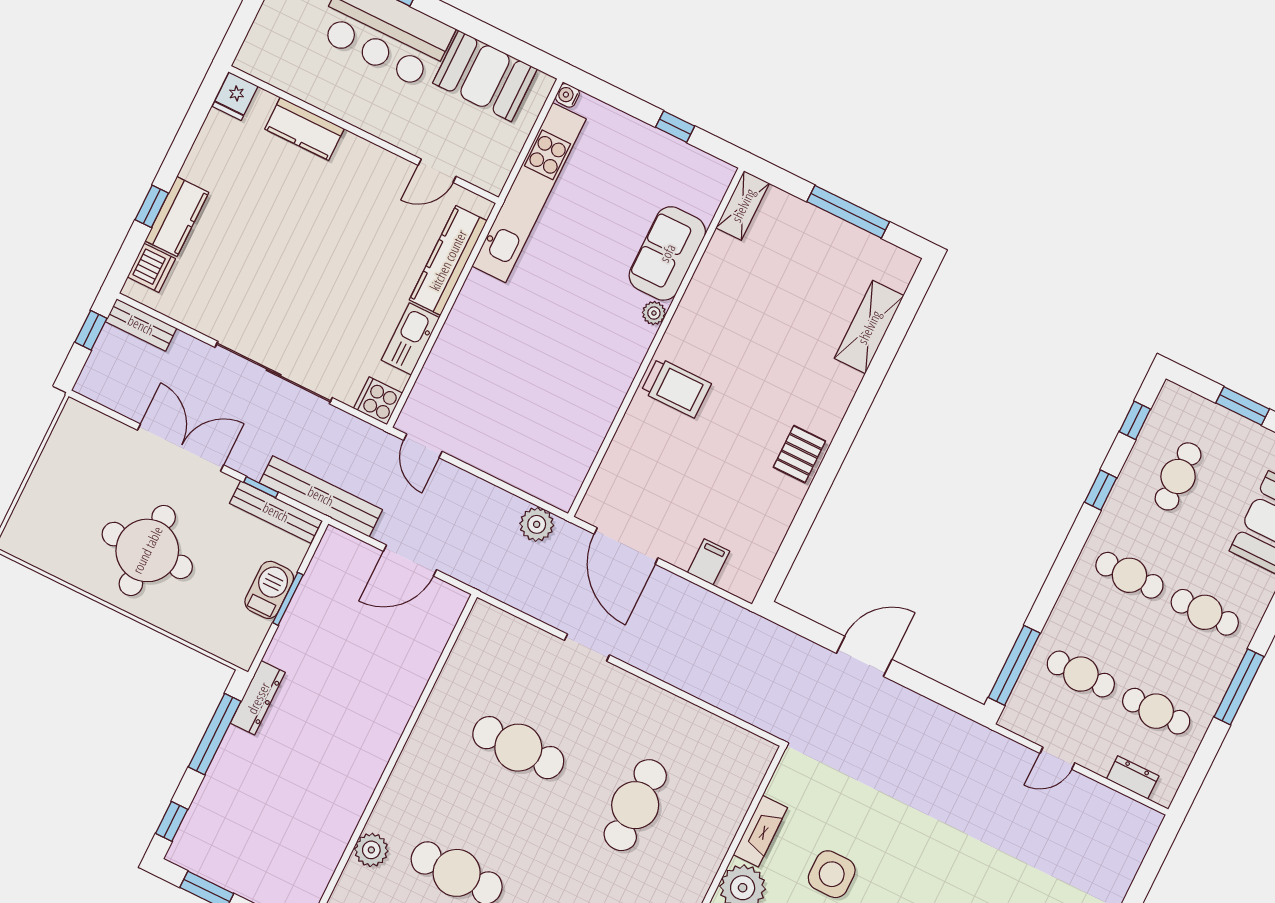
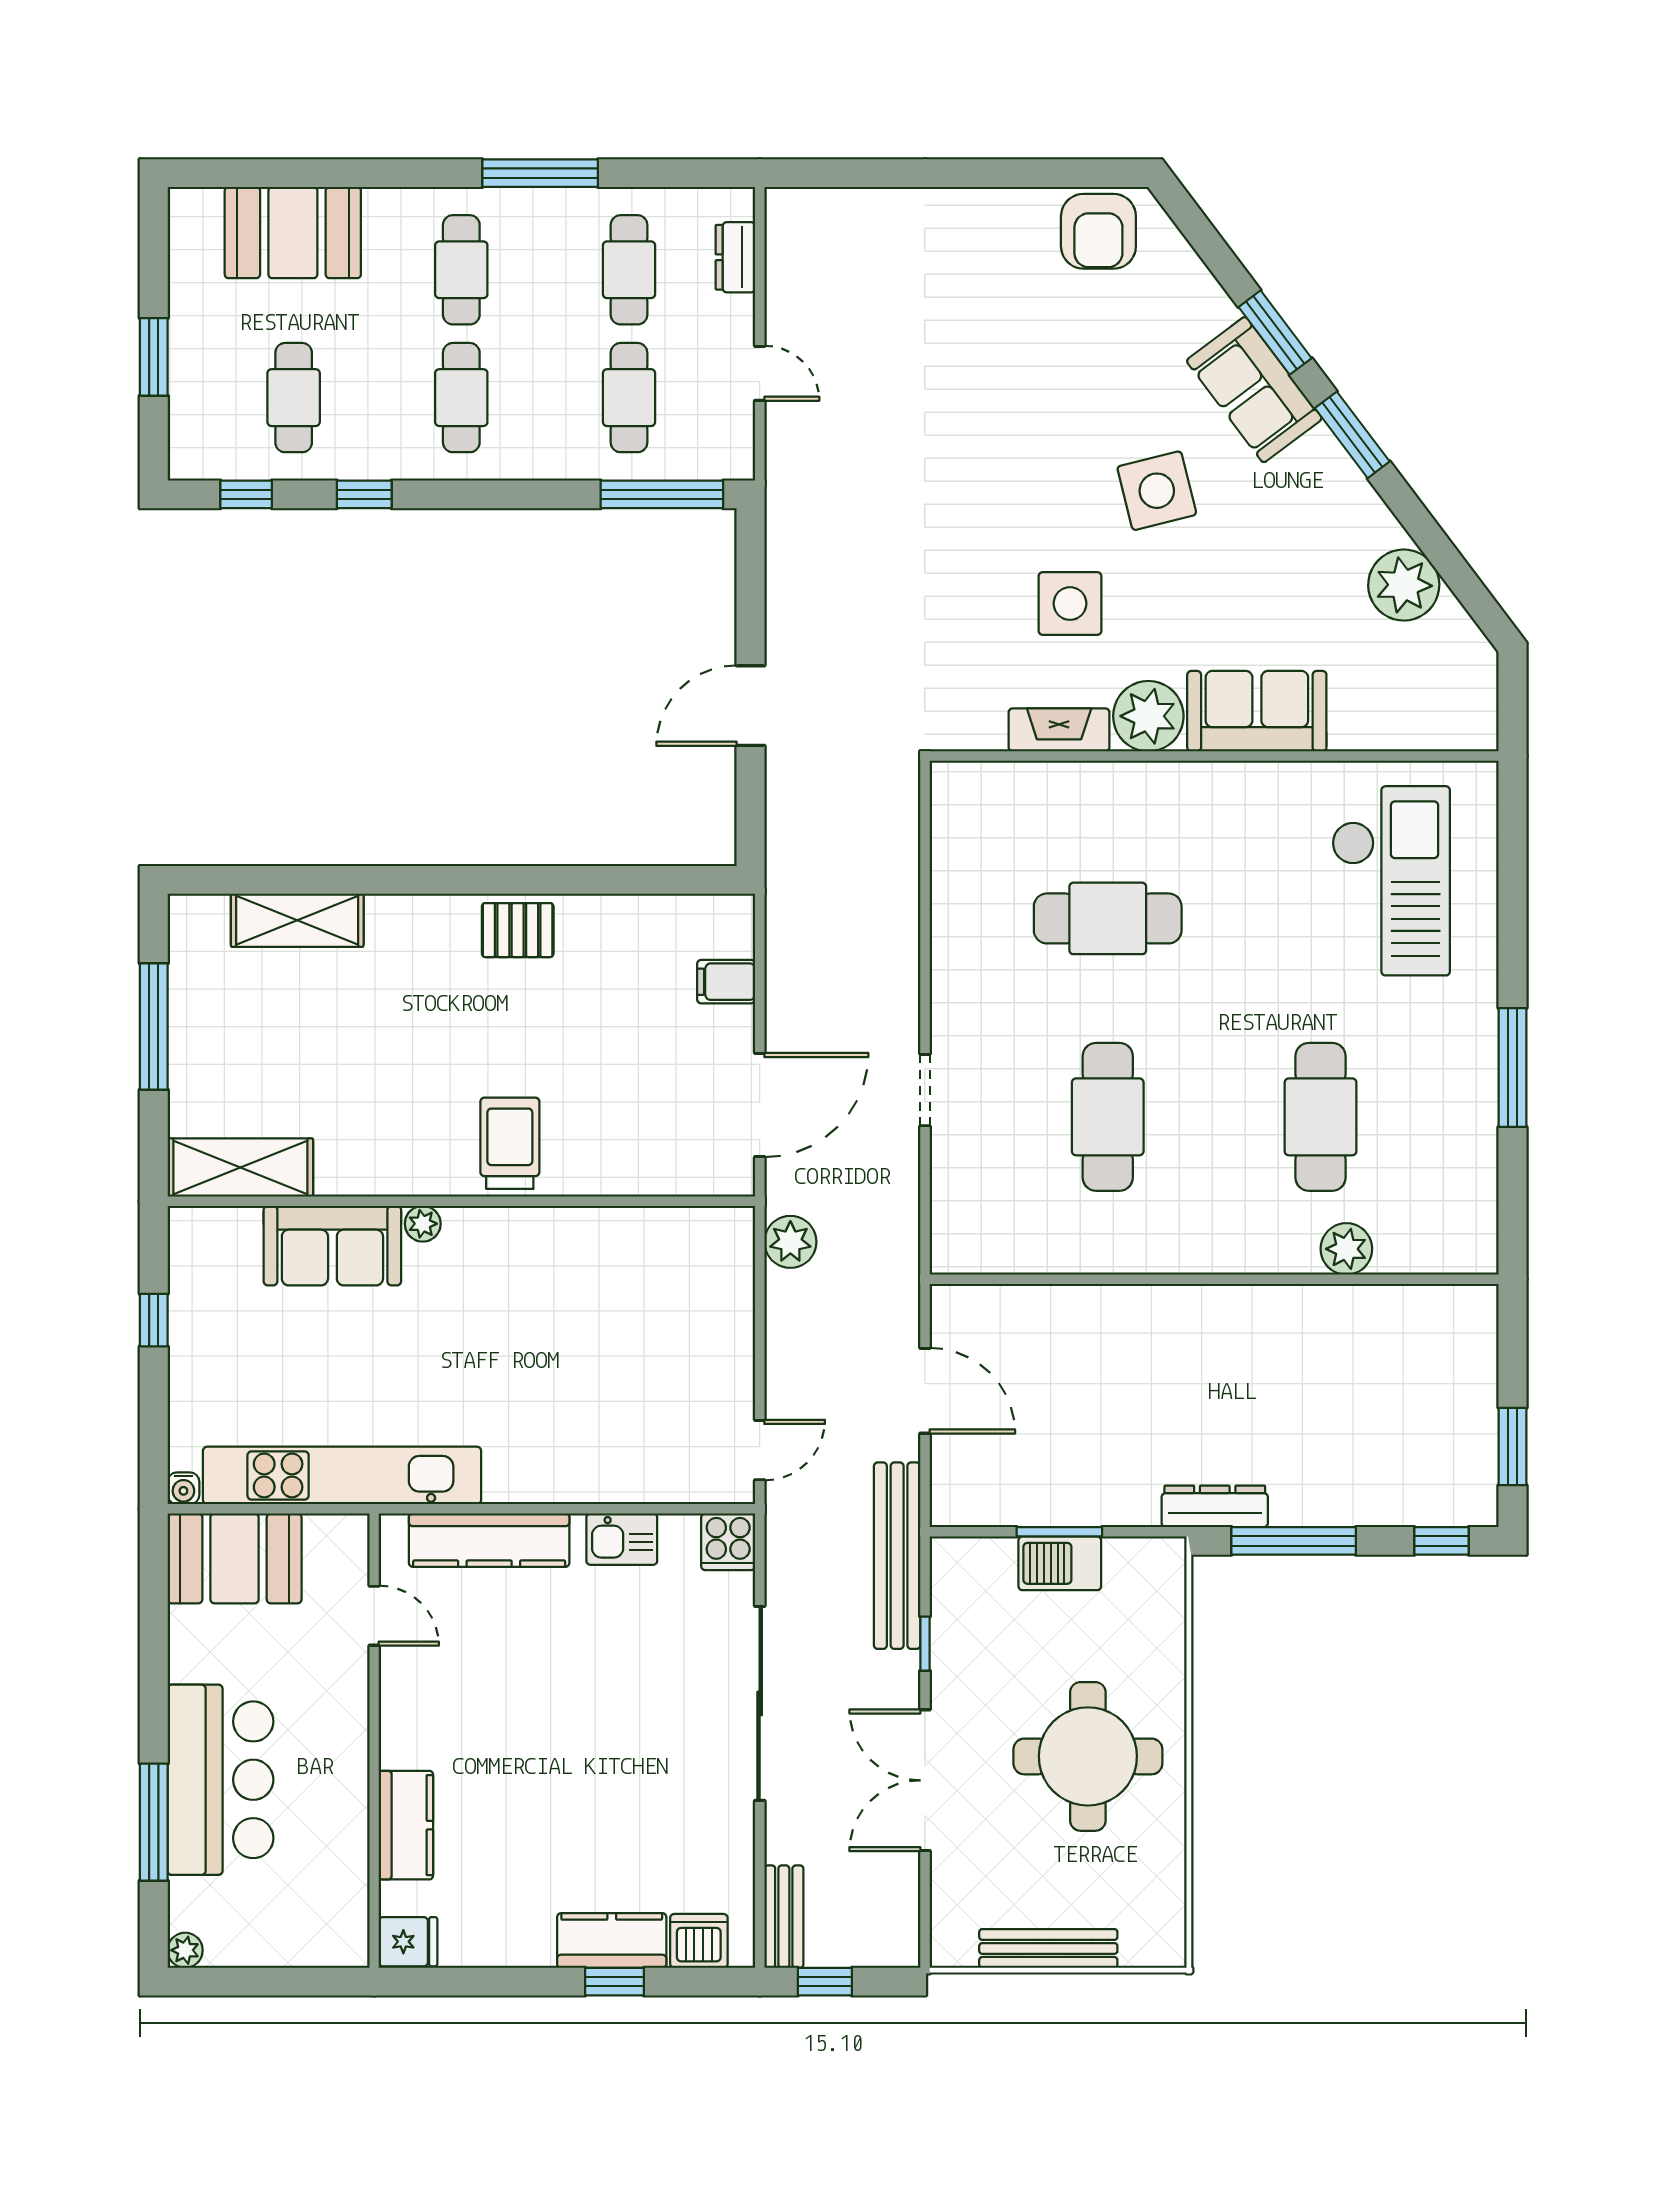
booth: (485, 76) -> (235, 1558), moved, turned 90
shelving: (743, 205) -> (240, 1168), width x1.50, depth x1.33
kitchen sink: (410, 339) -> (622, 1539), width x0.73
cafe table: (1178, 476) -> (294, 398), turned 90
bench: (276, 512) -> (1048, 1948), moved, turned 90
door: (864, 656) -> (750, 706), hinge flipped

